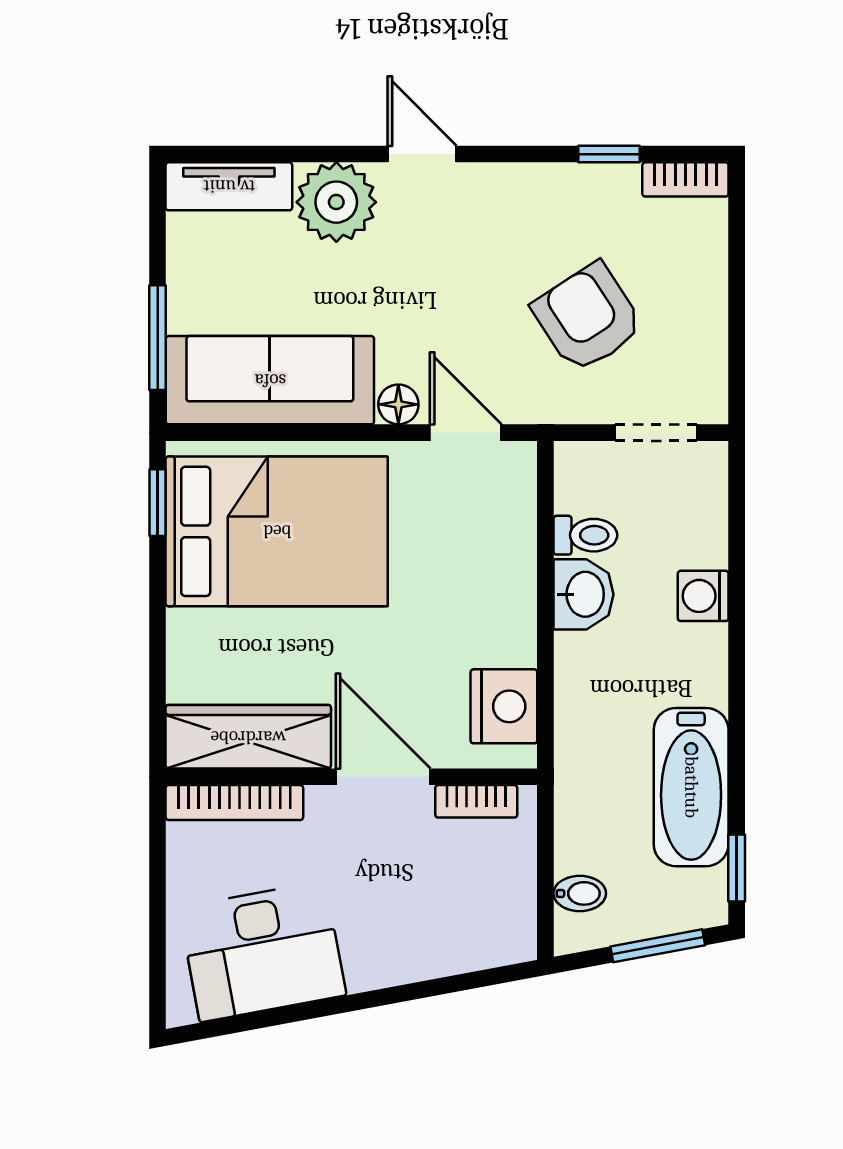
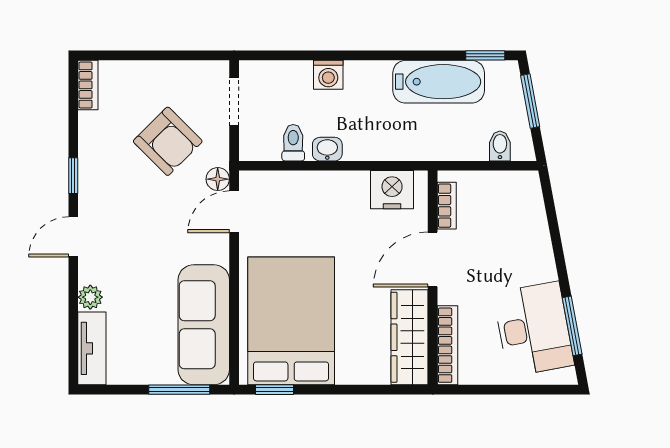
window: (609, 154) -> (73, 176), moved
plant: (336, 202) -> (90, 297), width x0.53, depth x0.53
armchair: (588, 318) -> (168, 141), turned -102
floor lamp: (398, 404) -> (218, 179), moved
washbasin: (583, 594) -> (327, 149), width x0.72, depth x0.69
window: (268, 1018) -> (572, 326), added

